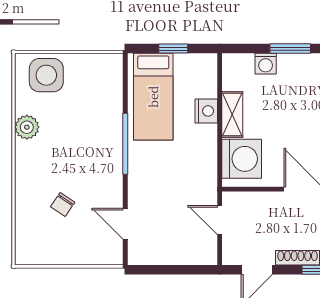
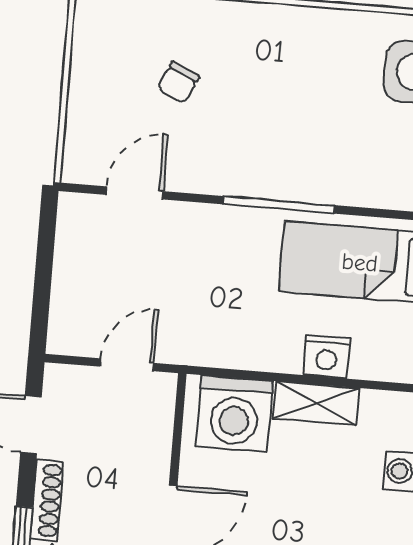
plant: (27, 127) -> (324, 29), removed
chair: (63, 205) -> (178, 82), turned -99

